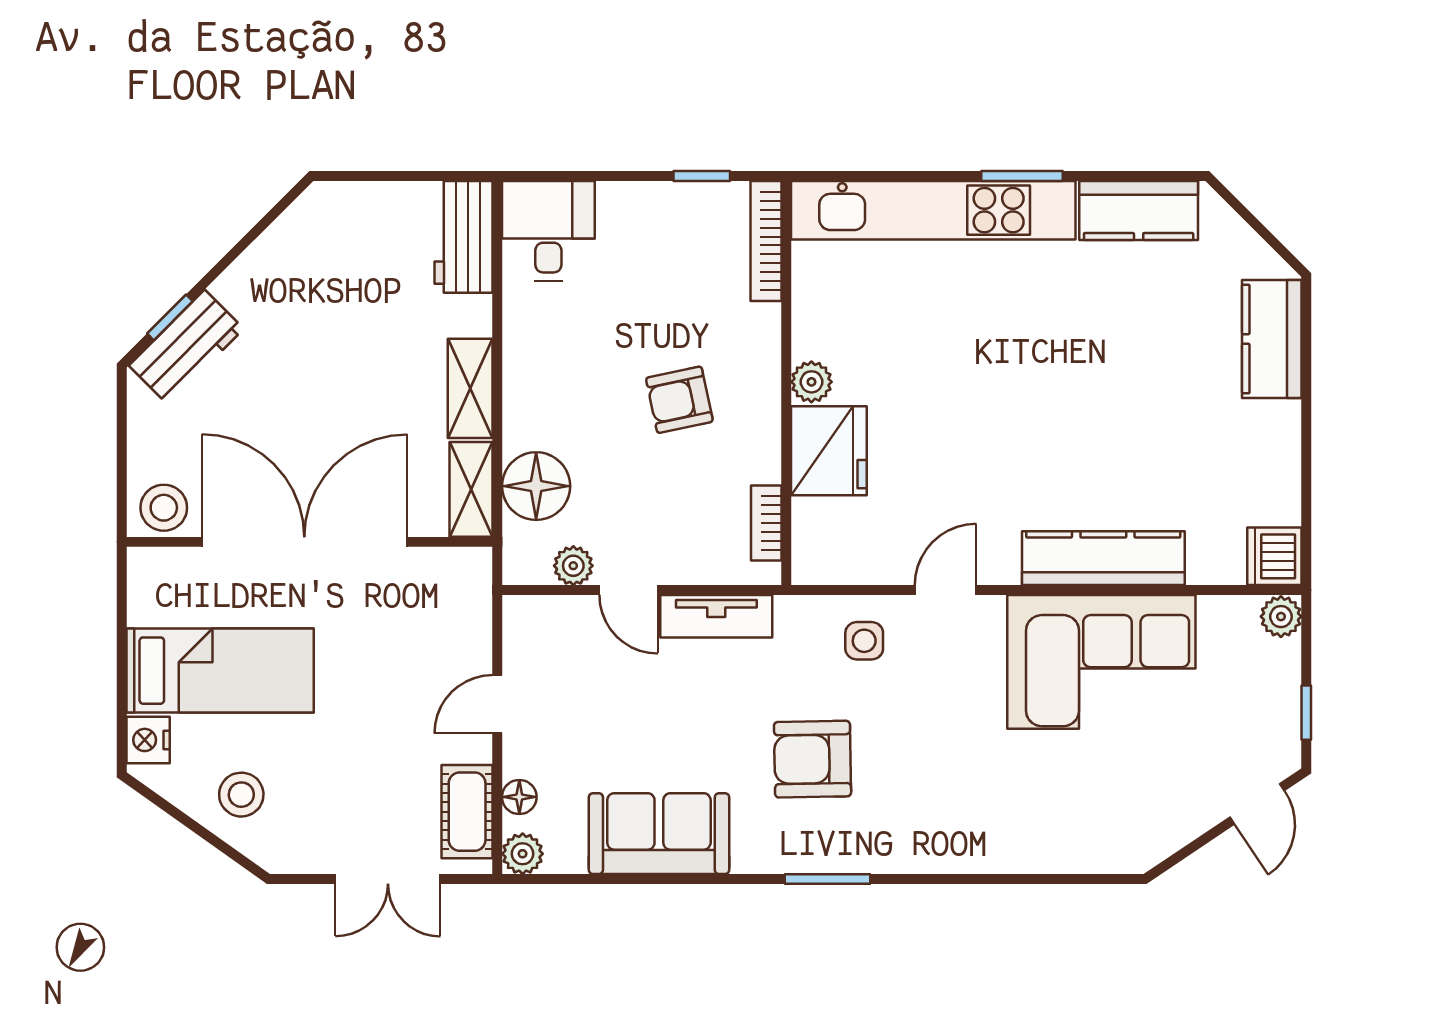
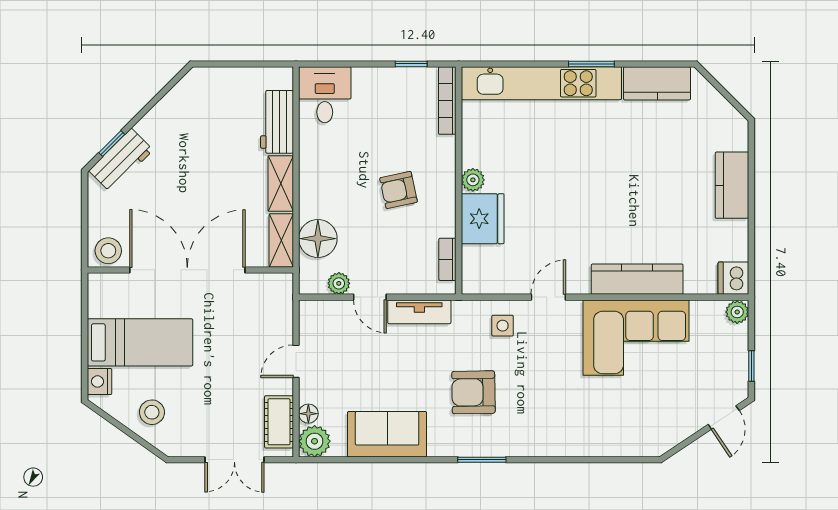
workbench: (464, 237) -> (277, 122), moved
kitchen counter: (1272, 339) -> (732, 185), moved
plant: (523, 854) -> (315, 441), width x1.38, depth x1.38

